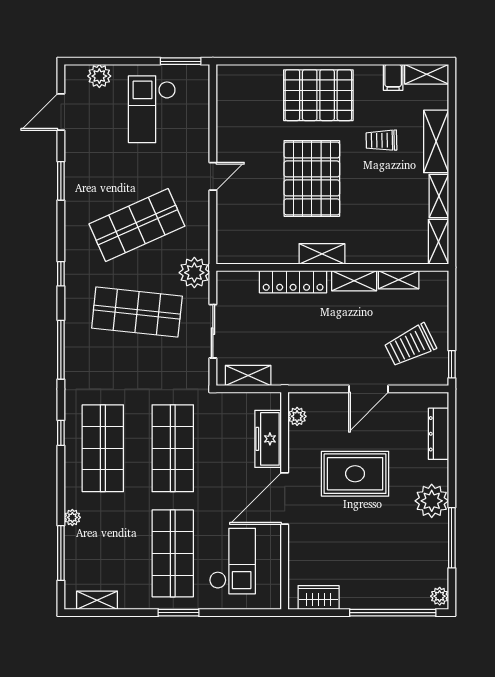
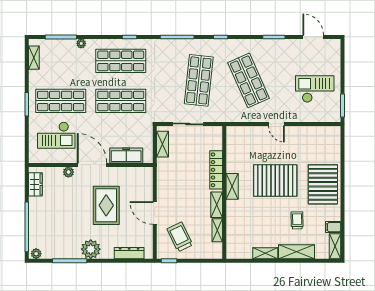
plant: (99, 76) -> (334, 59), removed
shelving: (438, 242) -> (239, 253), removed
plant: (194, 273) -> (221, 113), removed
plant: (297, 416) -> (68, 172), moved

